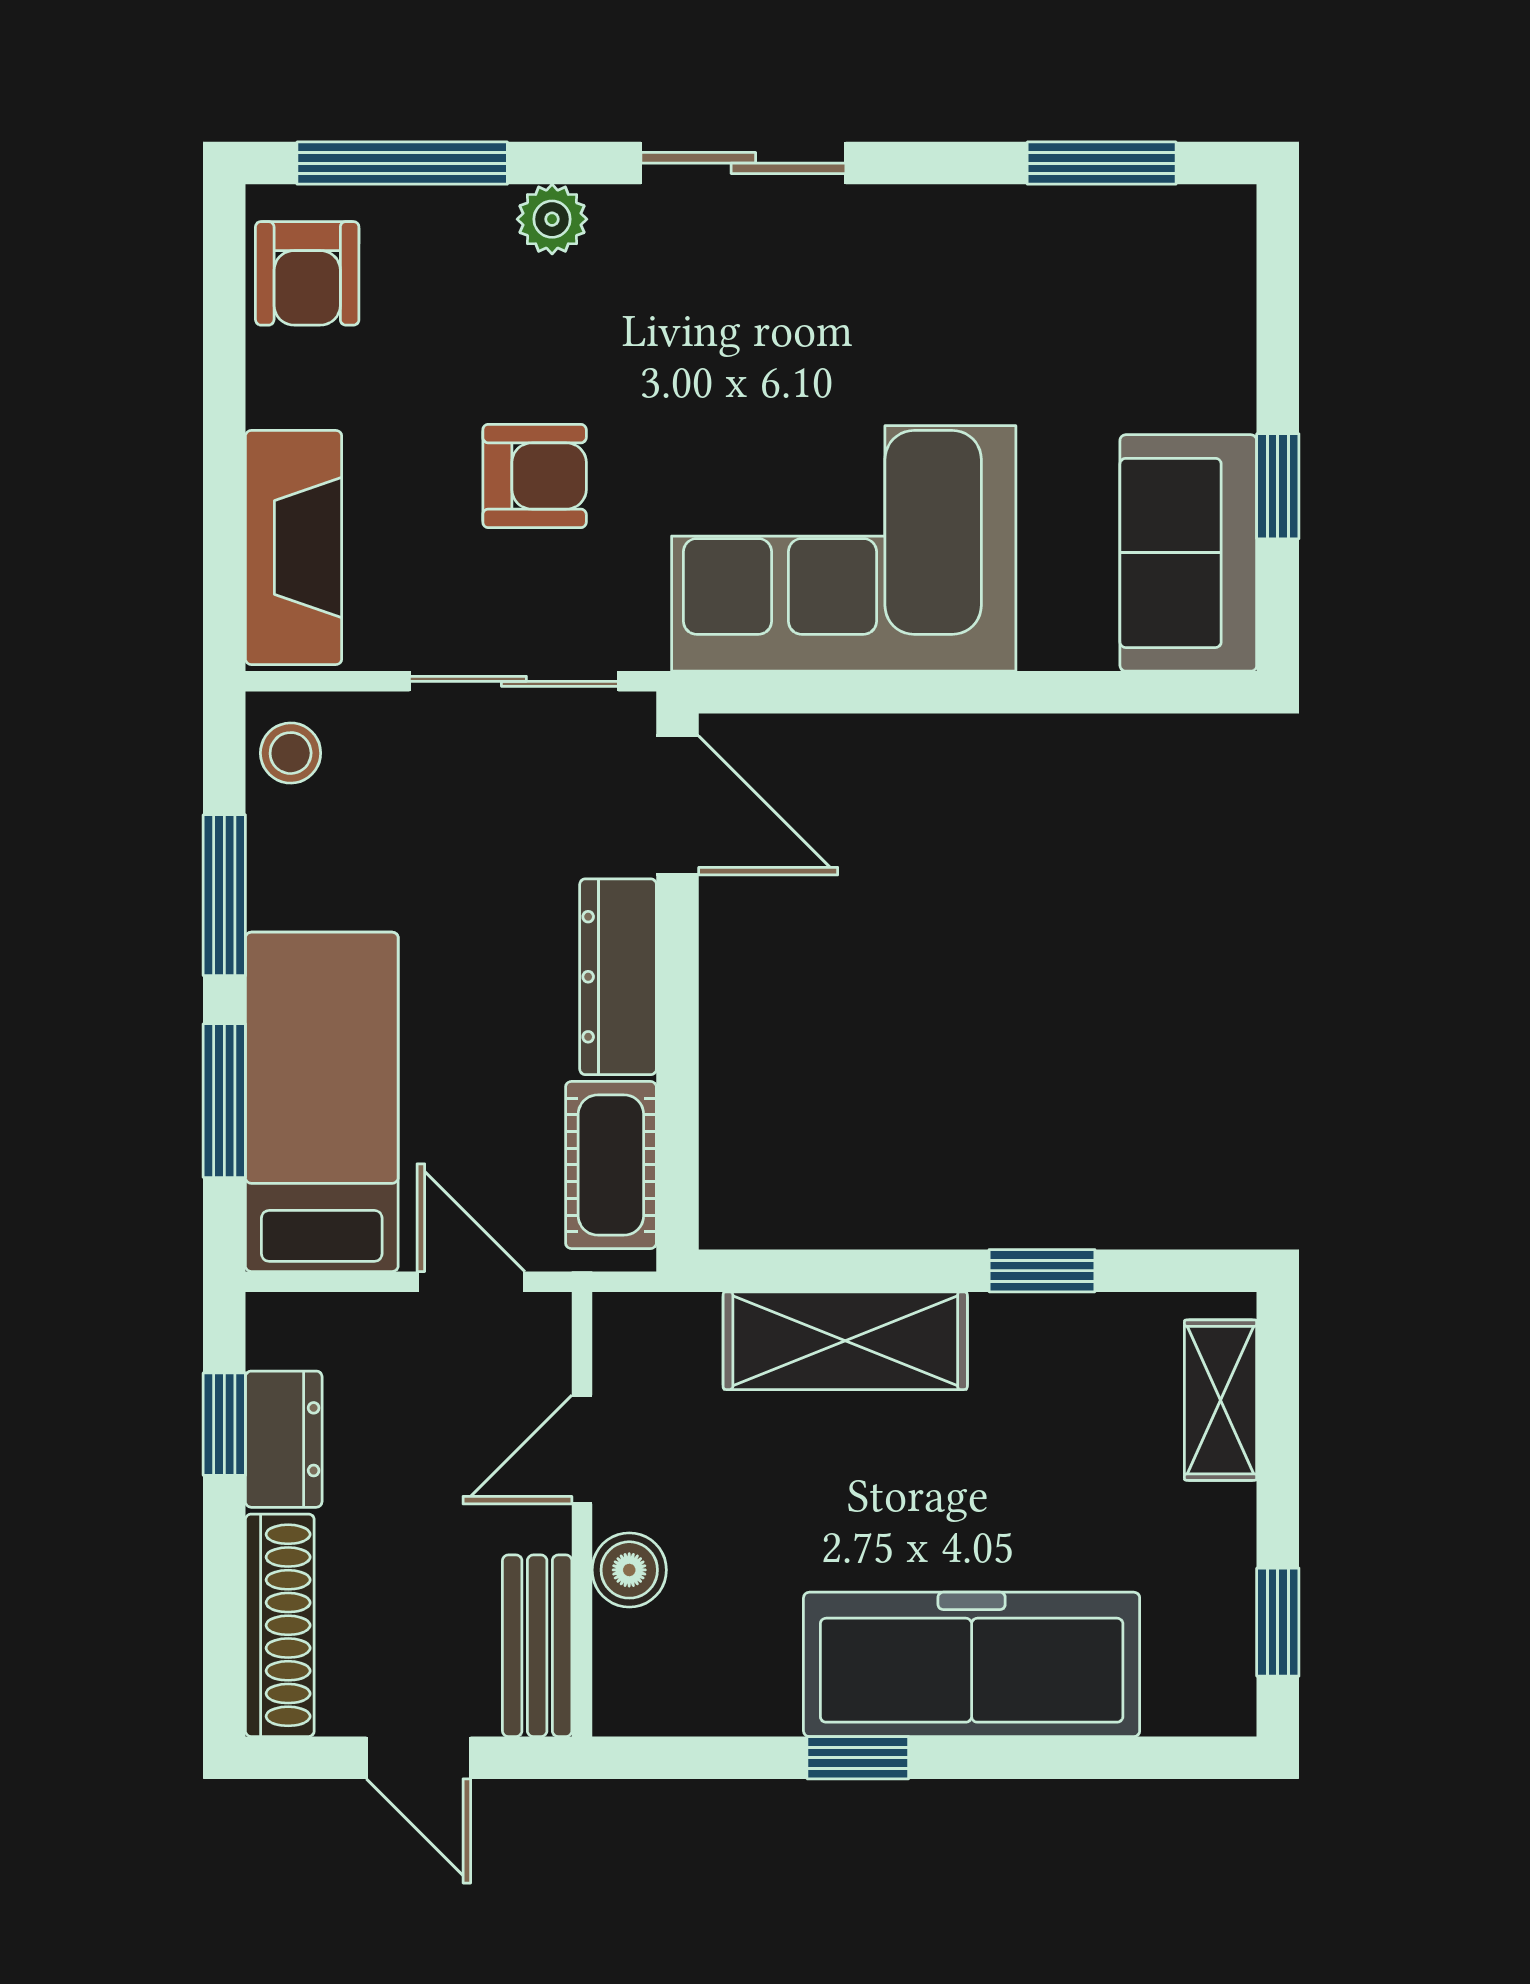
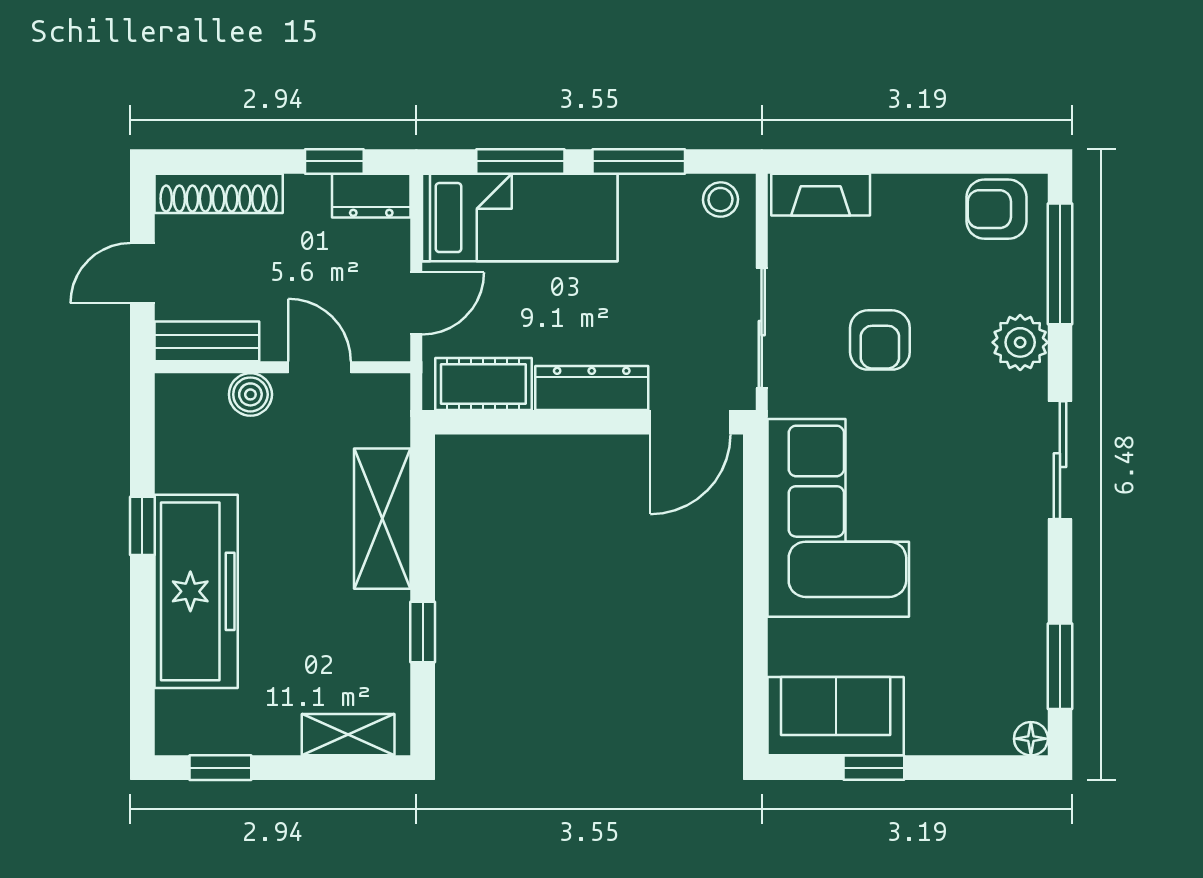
floor lamp: (1227, 213) -> (1031, 739), added
plant: (552, 219) -> (1020, 342), width x1.38, depth x1.38
fireplace: (294, 548) -> (821, 195), width x0.73, depth x0.76
dresser: (284, 1439) -> (371, 196), moved

